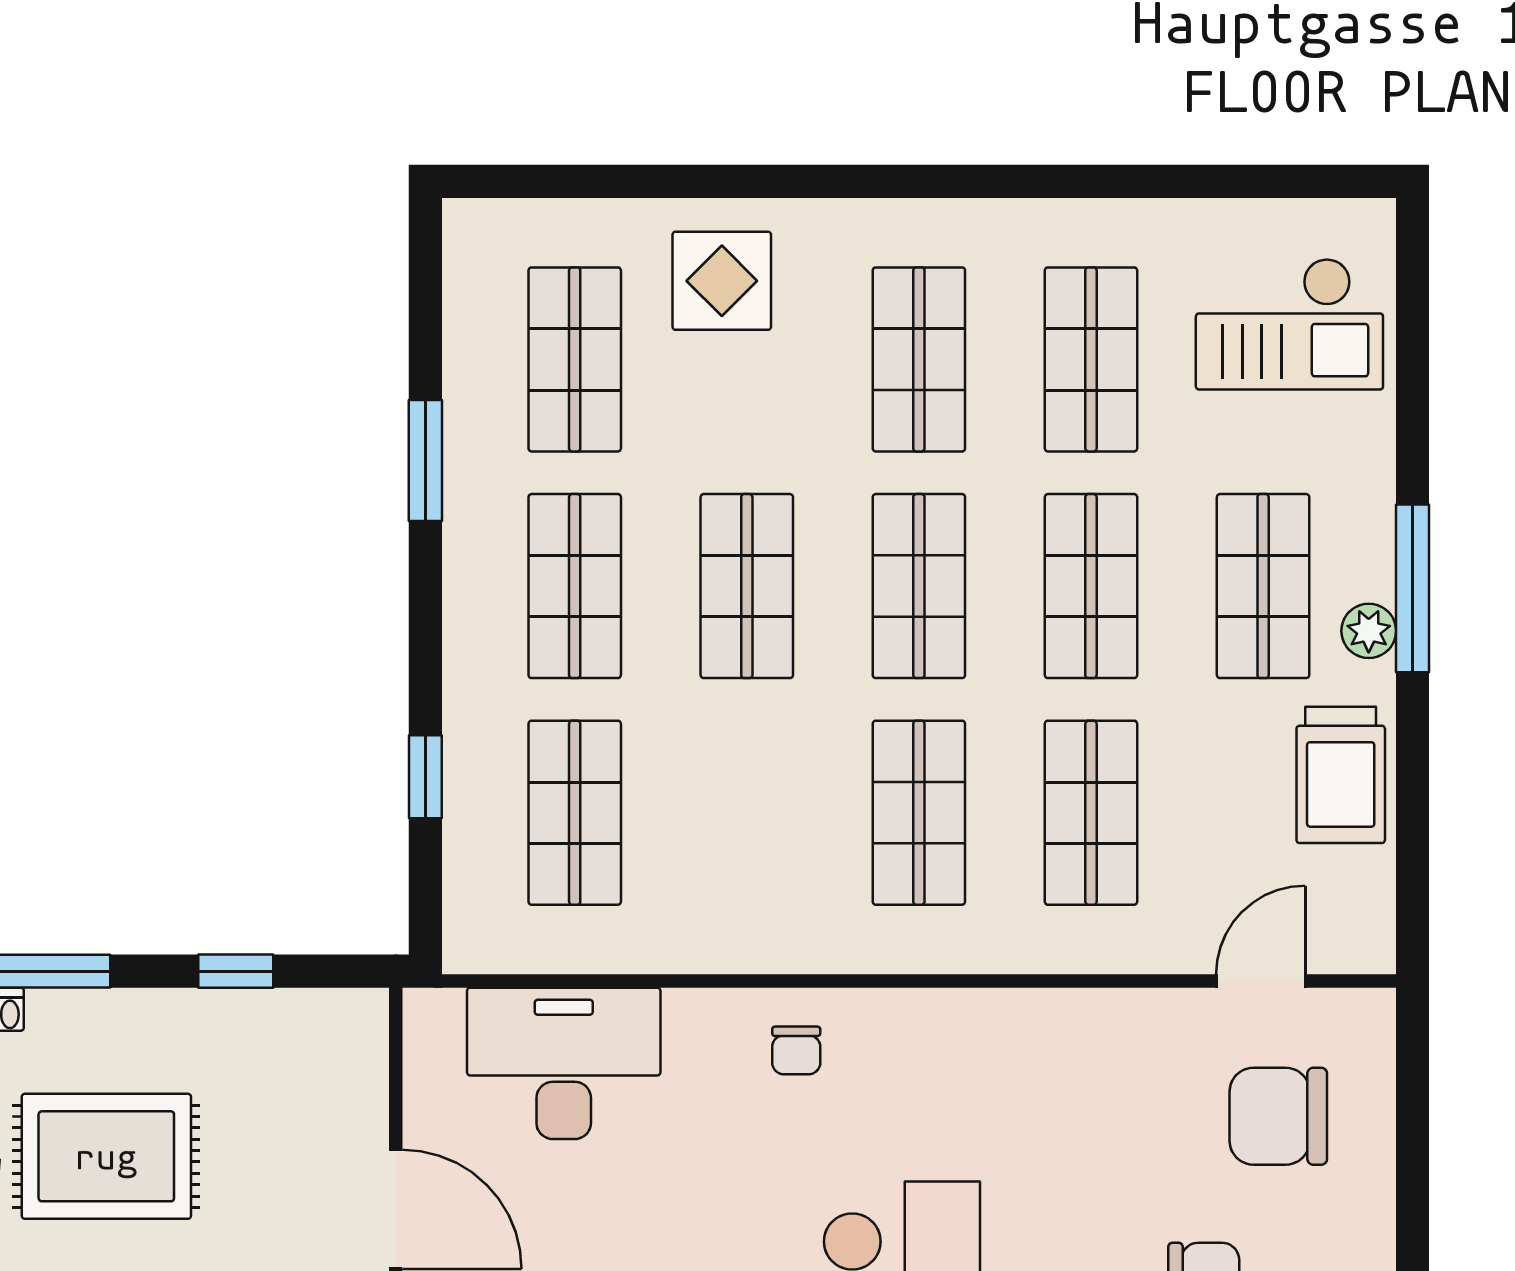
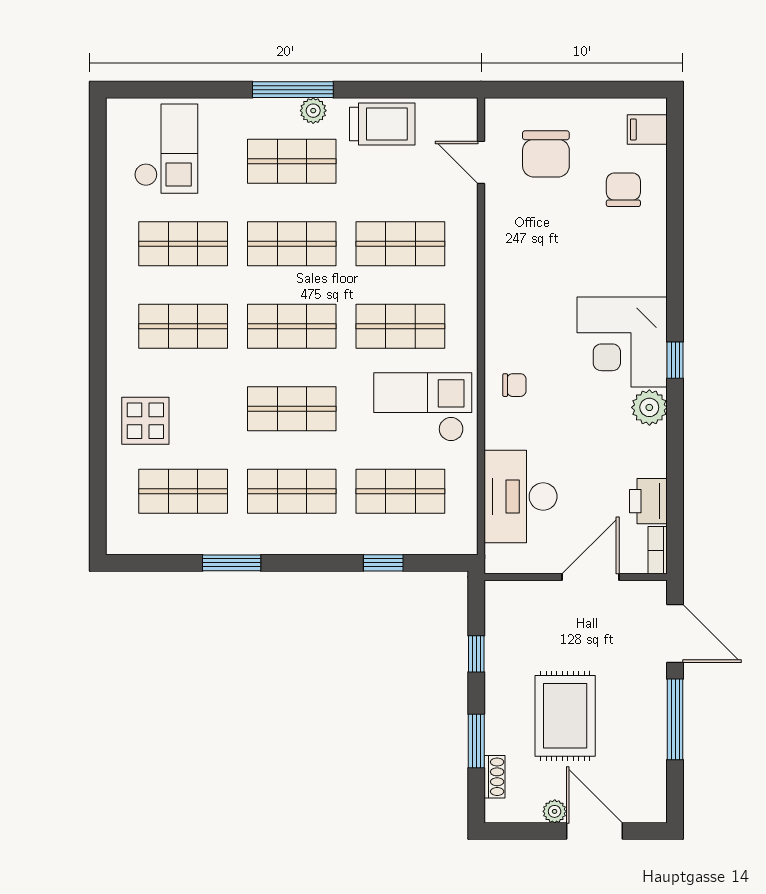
checkout: (750, 859) -> (423, 407), added

